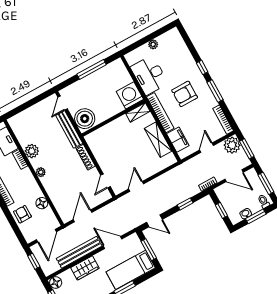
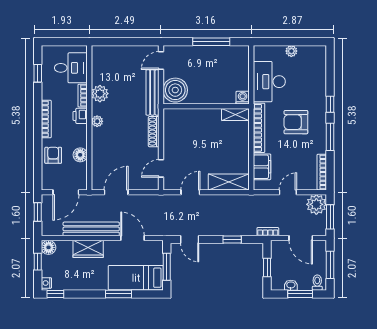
washing machine: (130, 95) -> (243, 98), width x0.53, depth x0.53
shelving: (158, 140) -> (229, 182), moved, turned 90
printer: (26, 175) -> (80, 116), added

